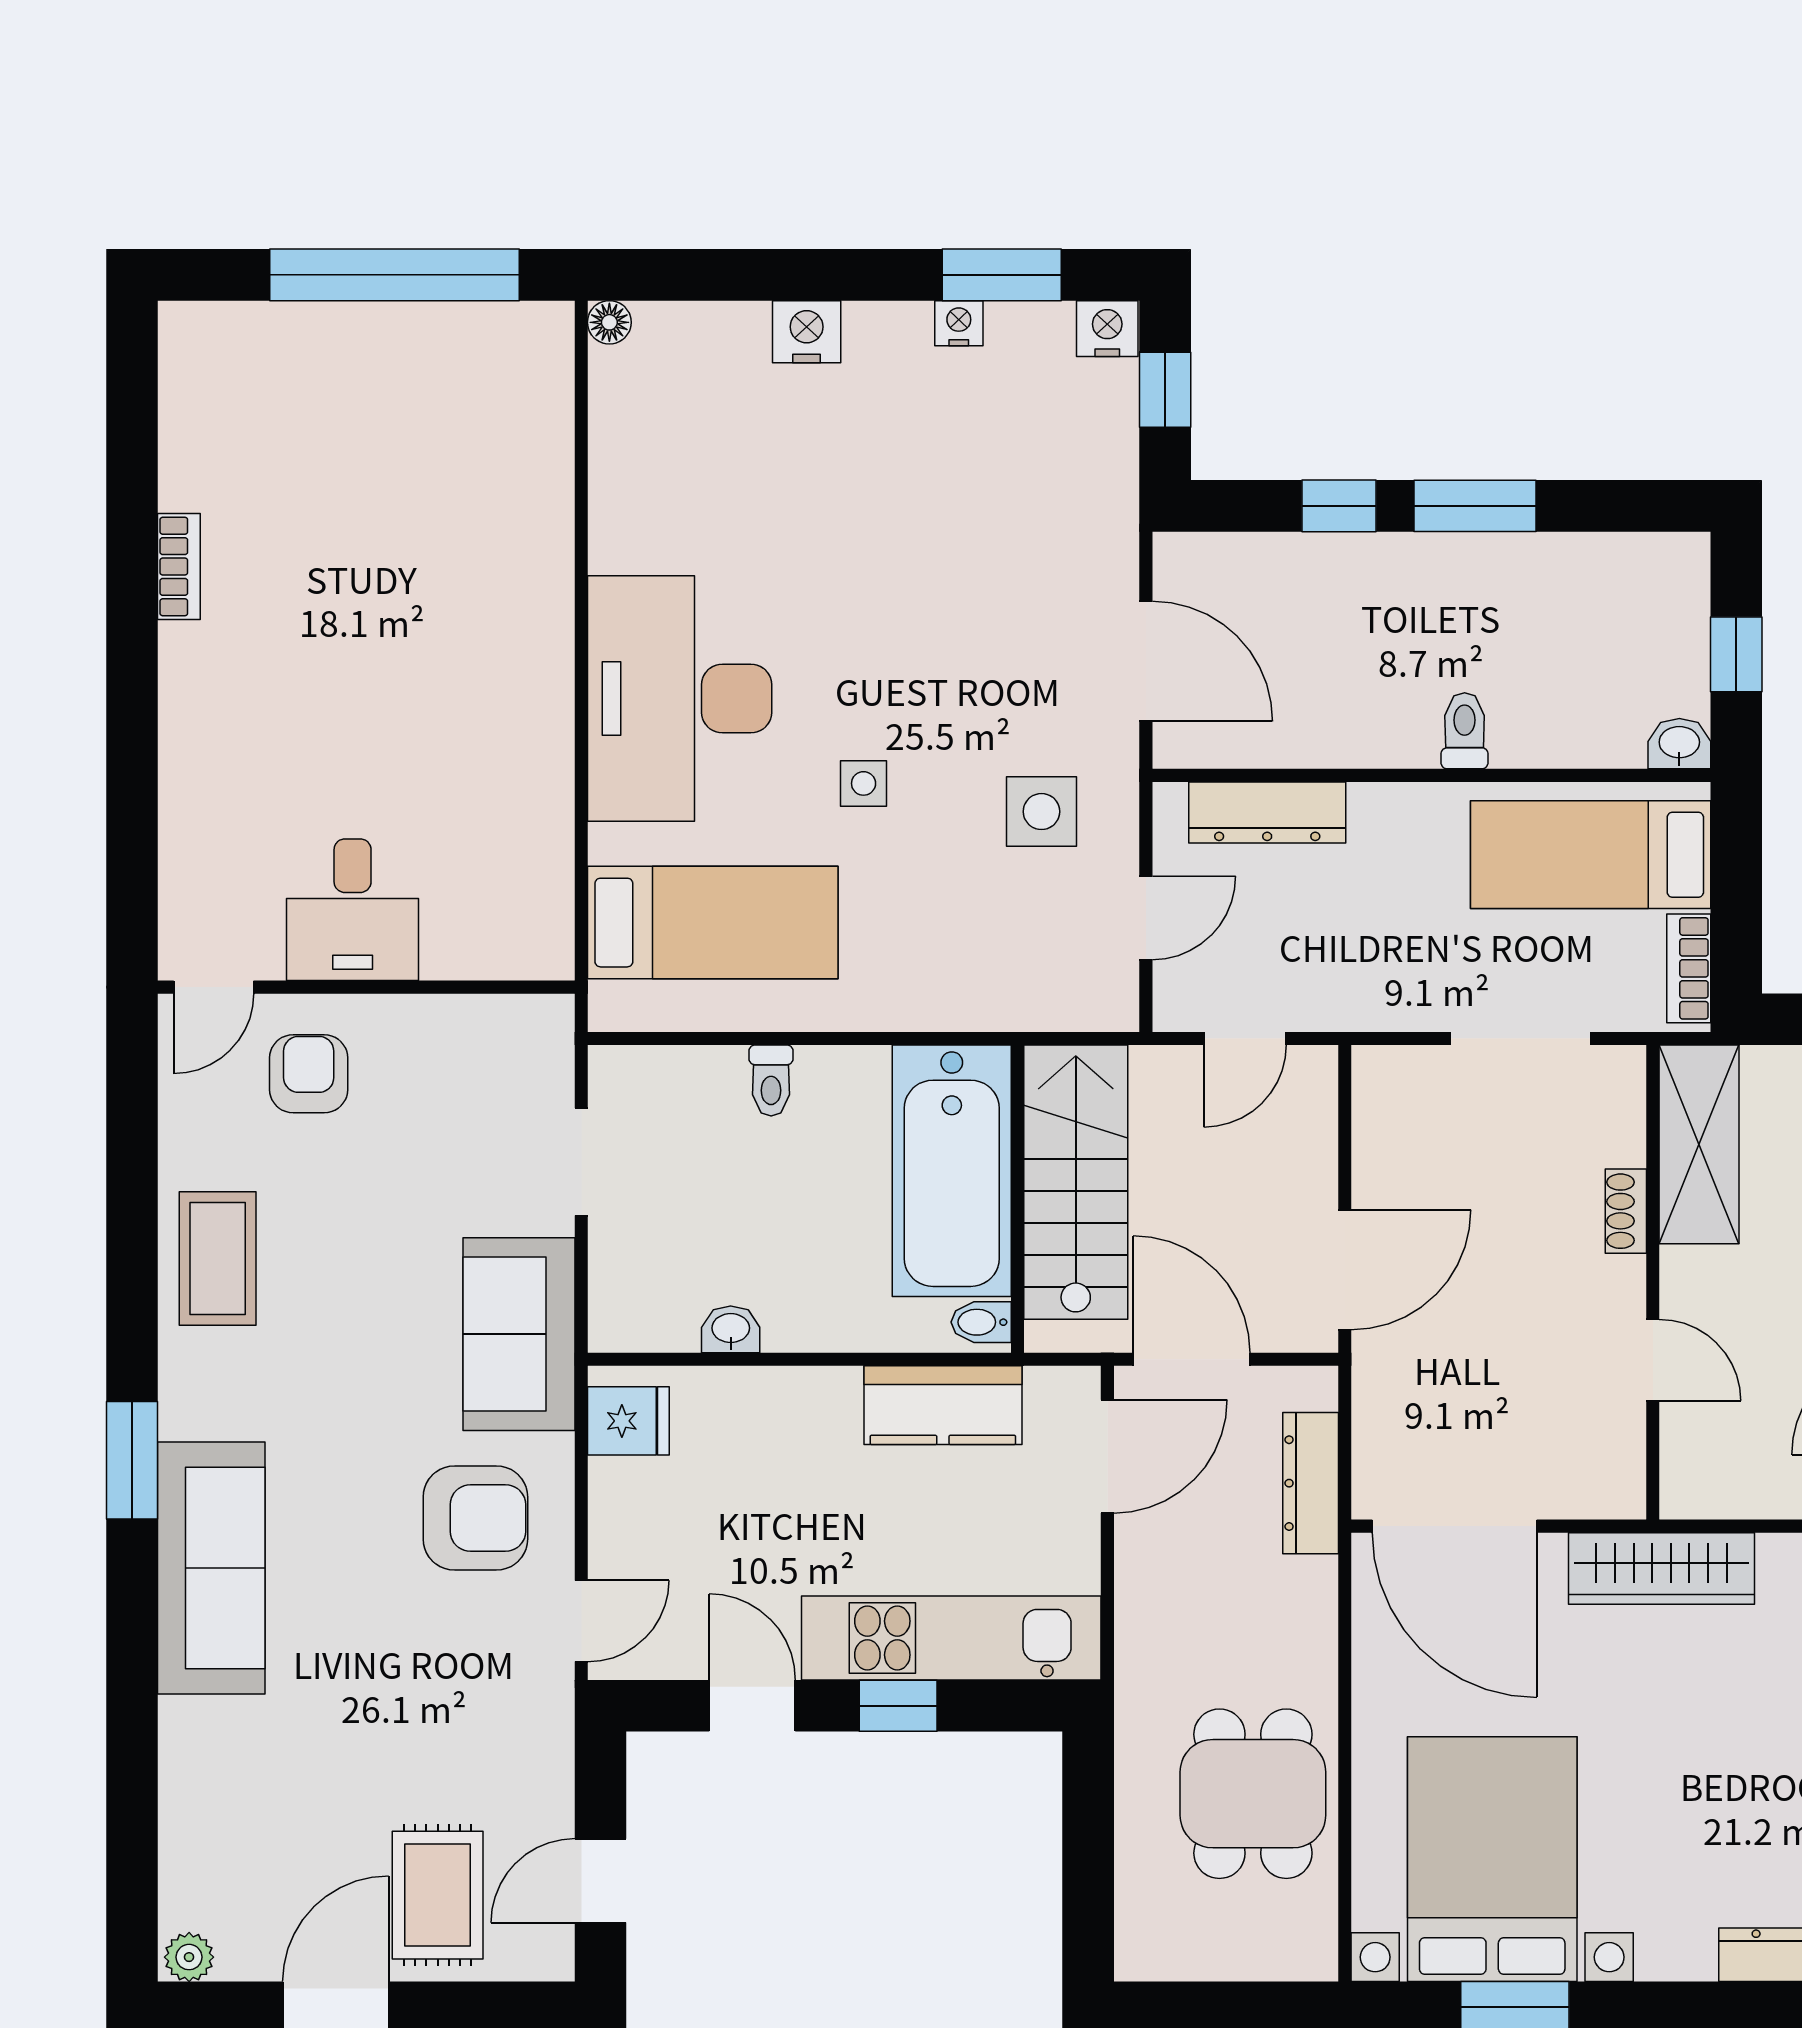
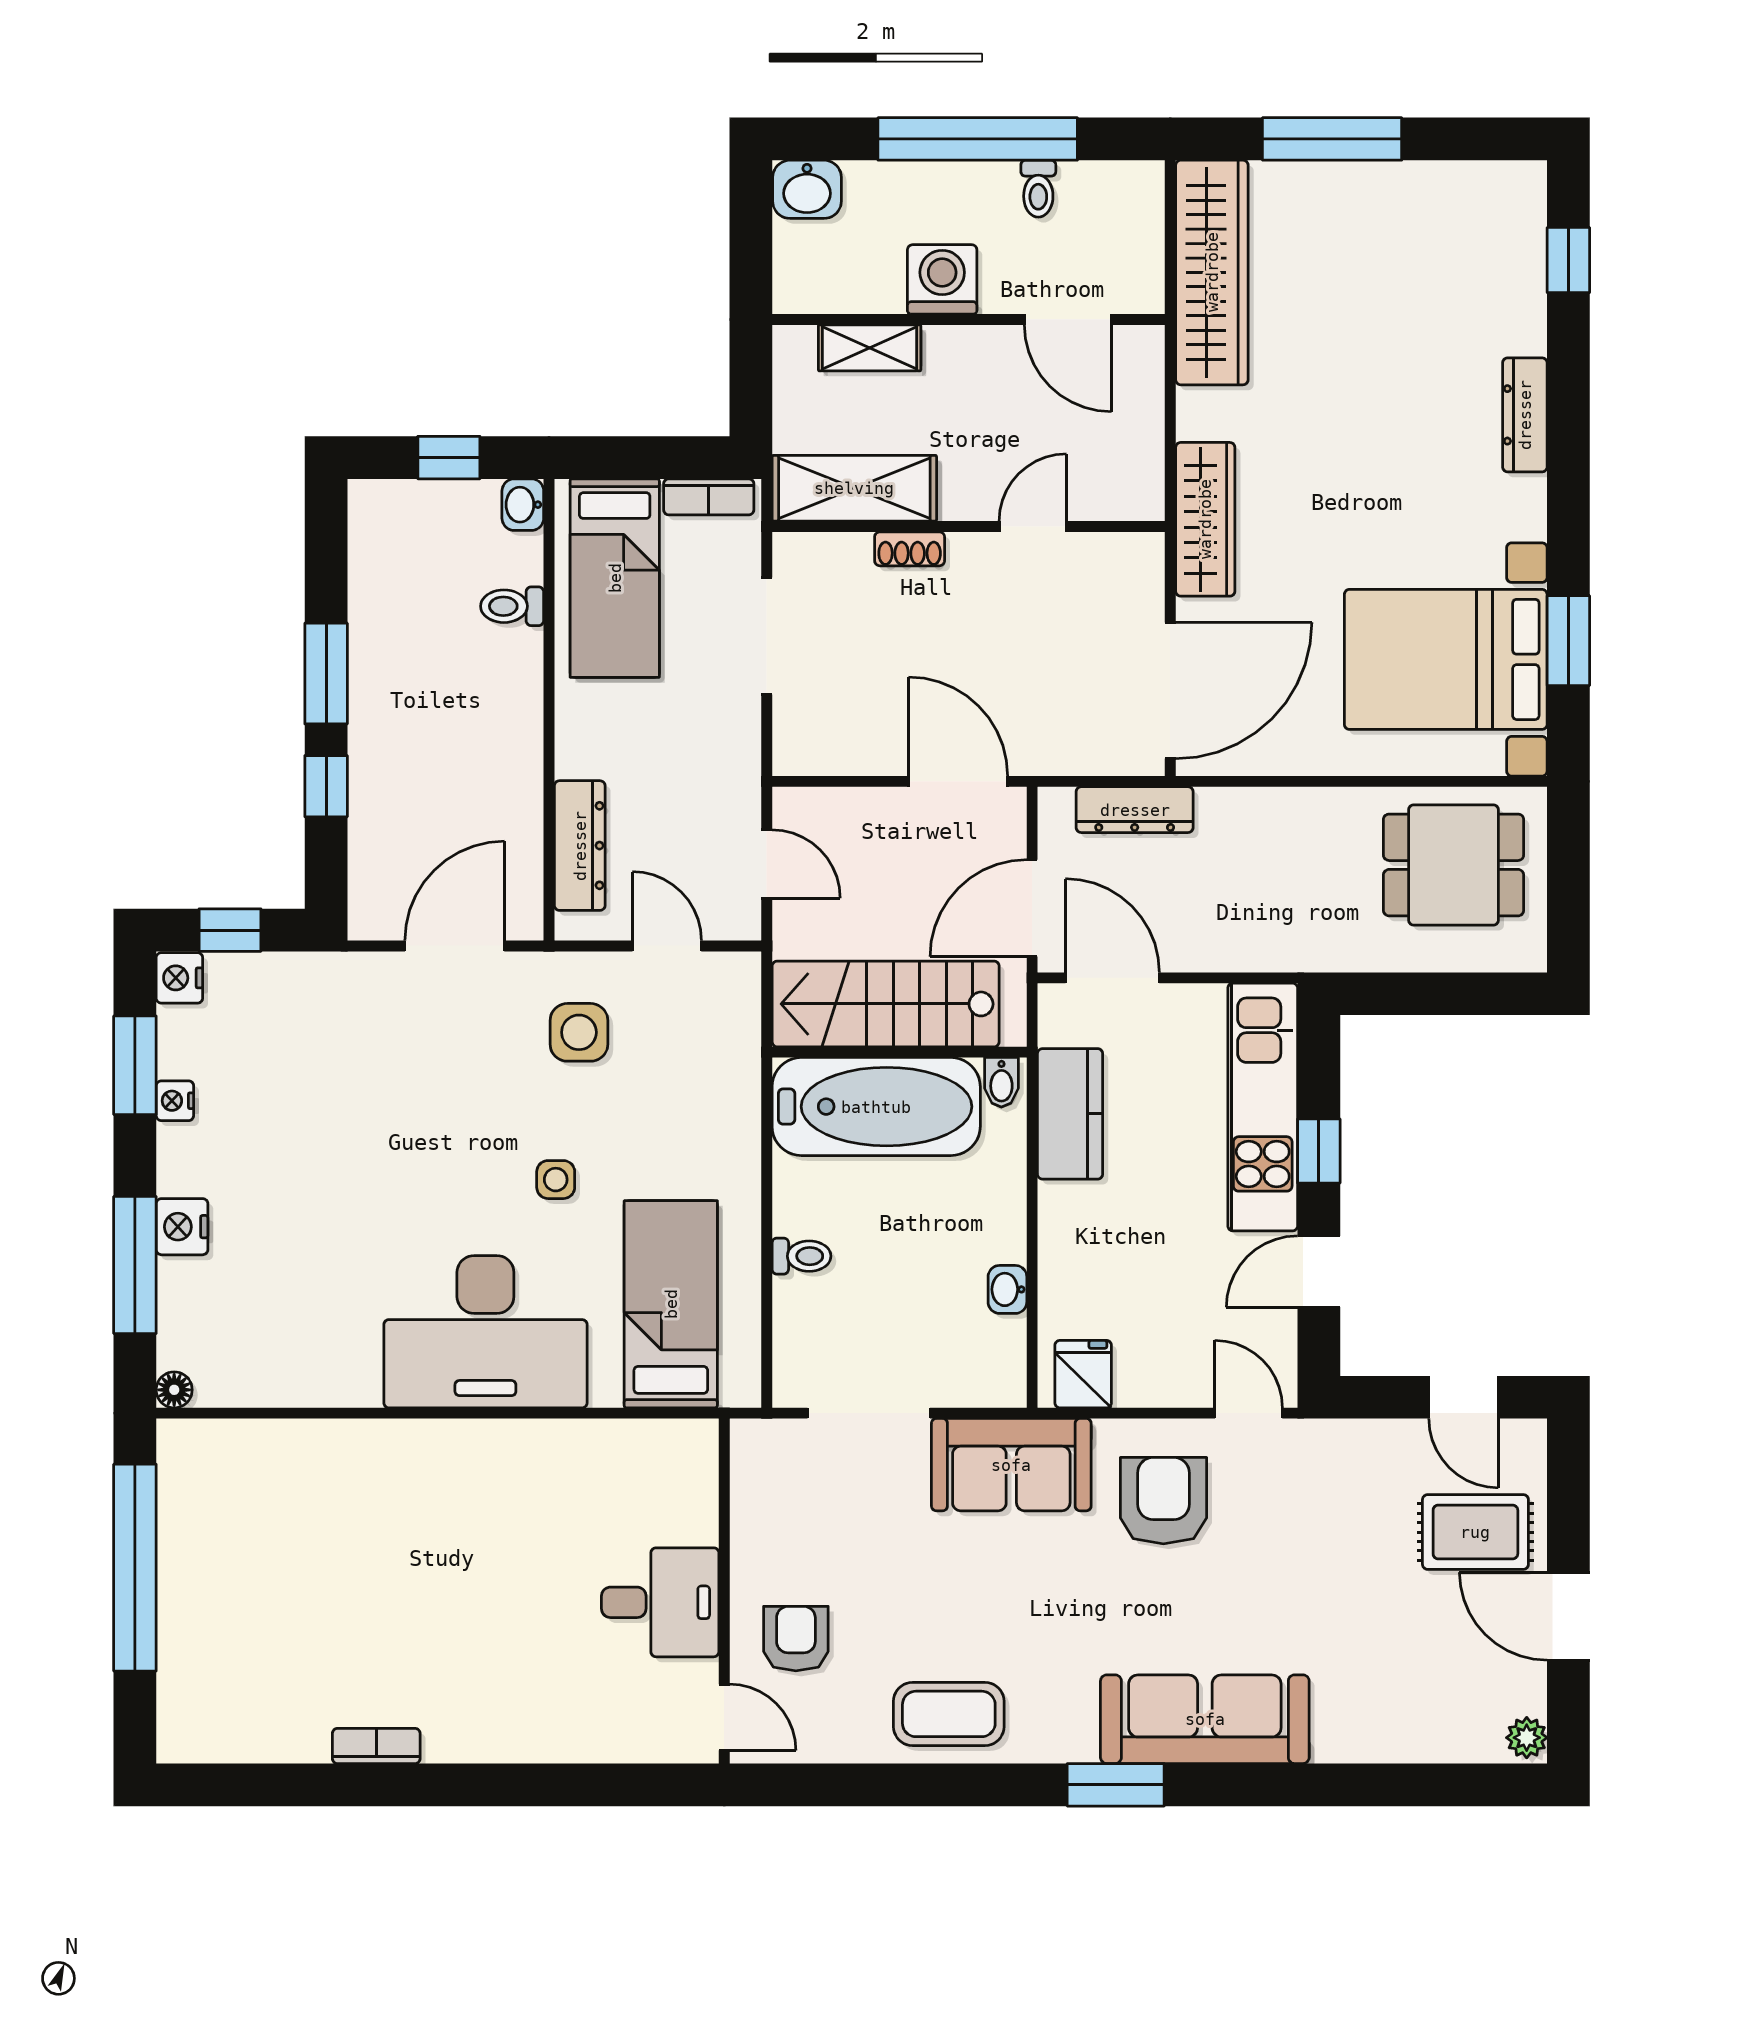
window: (760, 275) -> (135, 1265), added
toilet: (1465, 731) -> (512, 606), moved
armchair: (309, 1074) -> (796, 1639), turned 90
doorway: (581, 1162) -> (869, 1413), width x1.38
dining table: (1253, 1794) -> (1454, 865), moved

